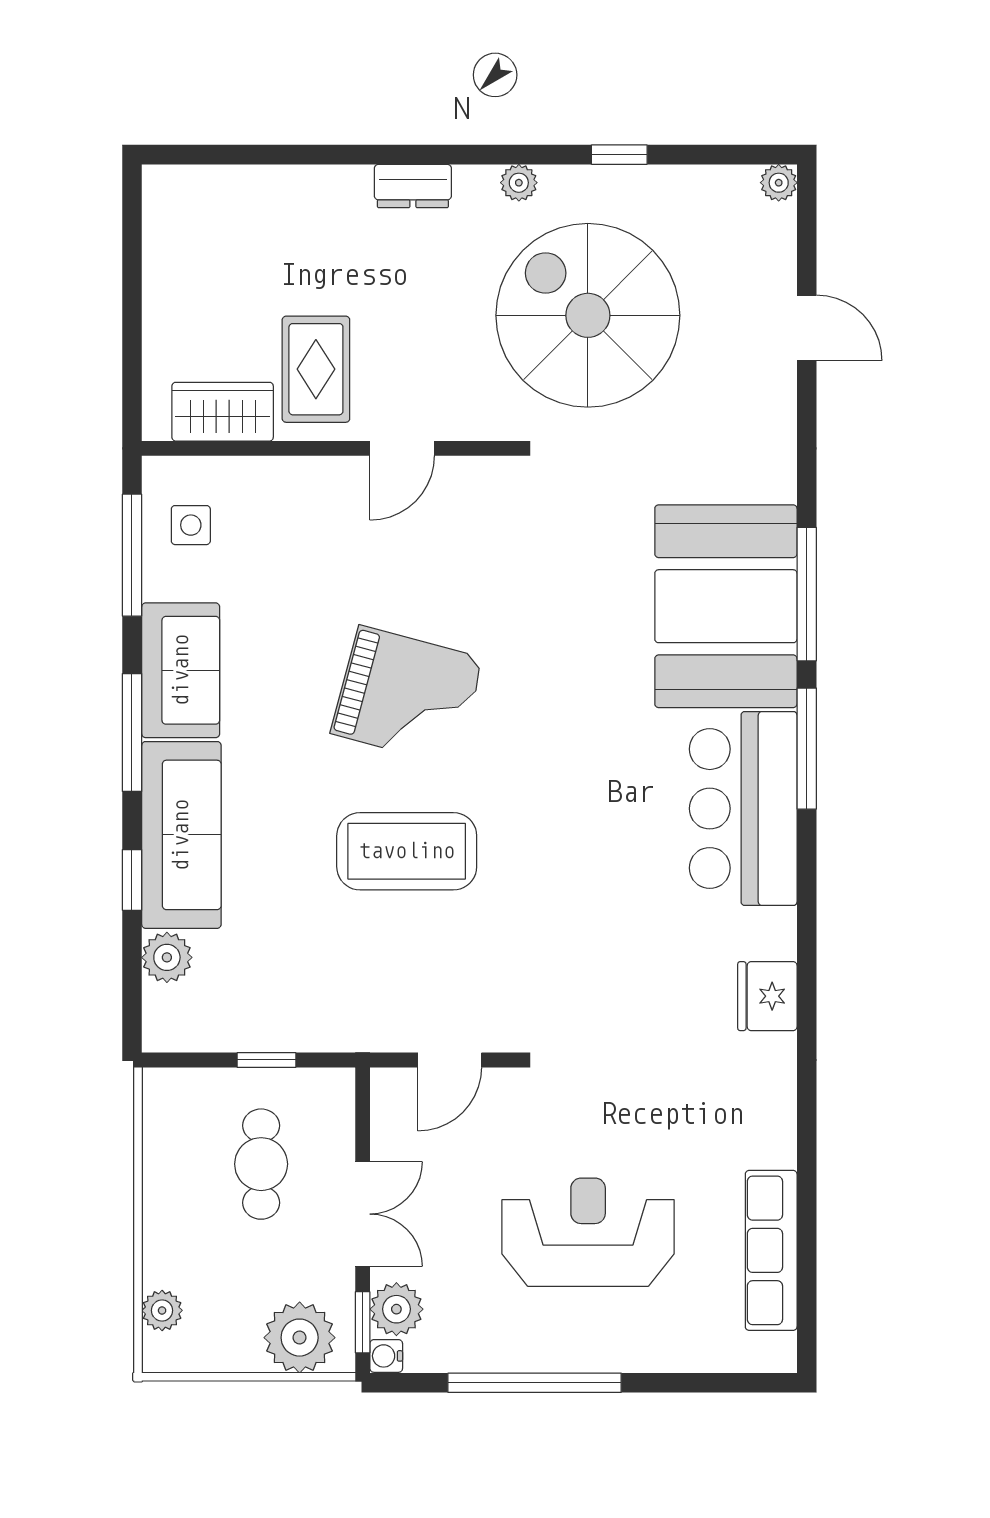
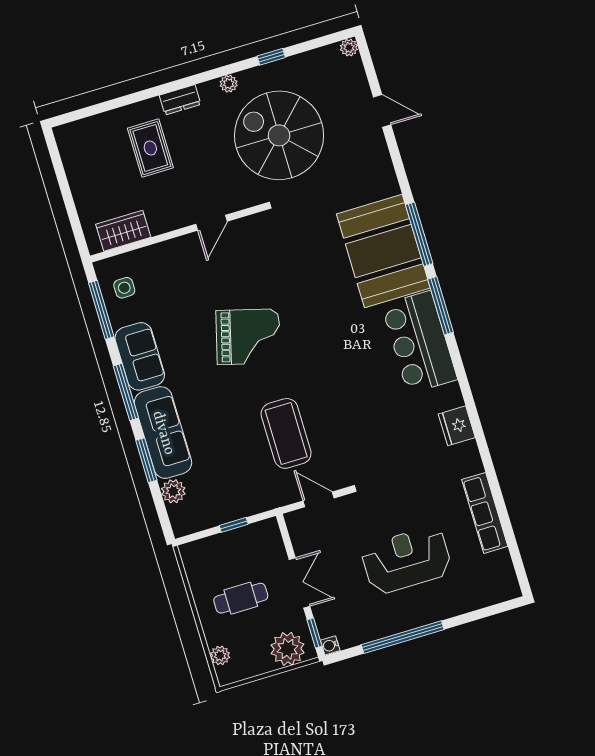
rug: (316, 369) -> (150, 148), moved
coffee table: (407, 851) -> (286, 433), moved, turned 90
window: (132, 880) -> (146, 460), width x1.50
door: (450, 1060) -> (319, 499), swing flipped
cafe table: (261, 1164) -> (241, 598), moved, turned 90
row of seats: (771, 1250) -> (485, 513), moved
plant: (396, 1309) -> (328, 622), removed

